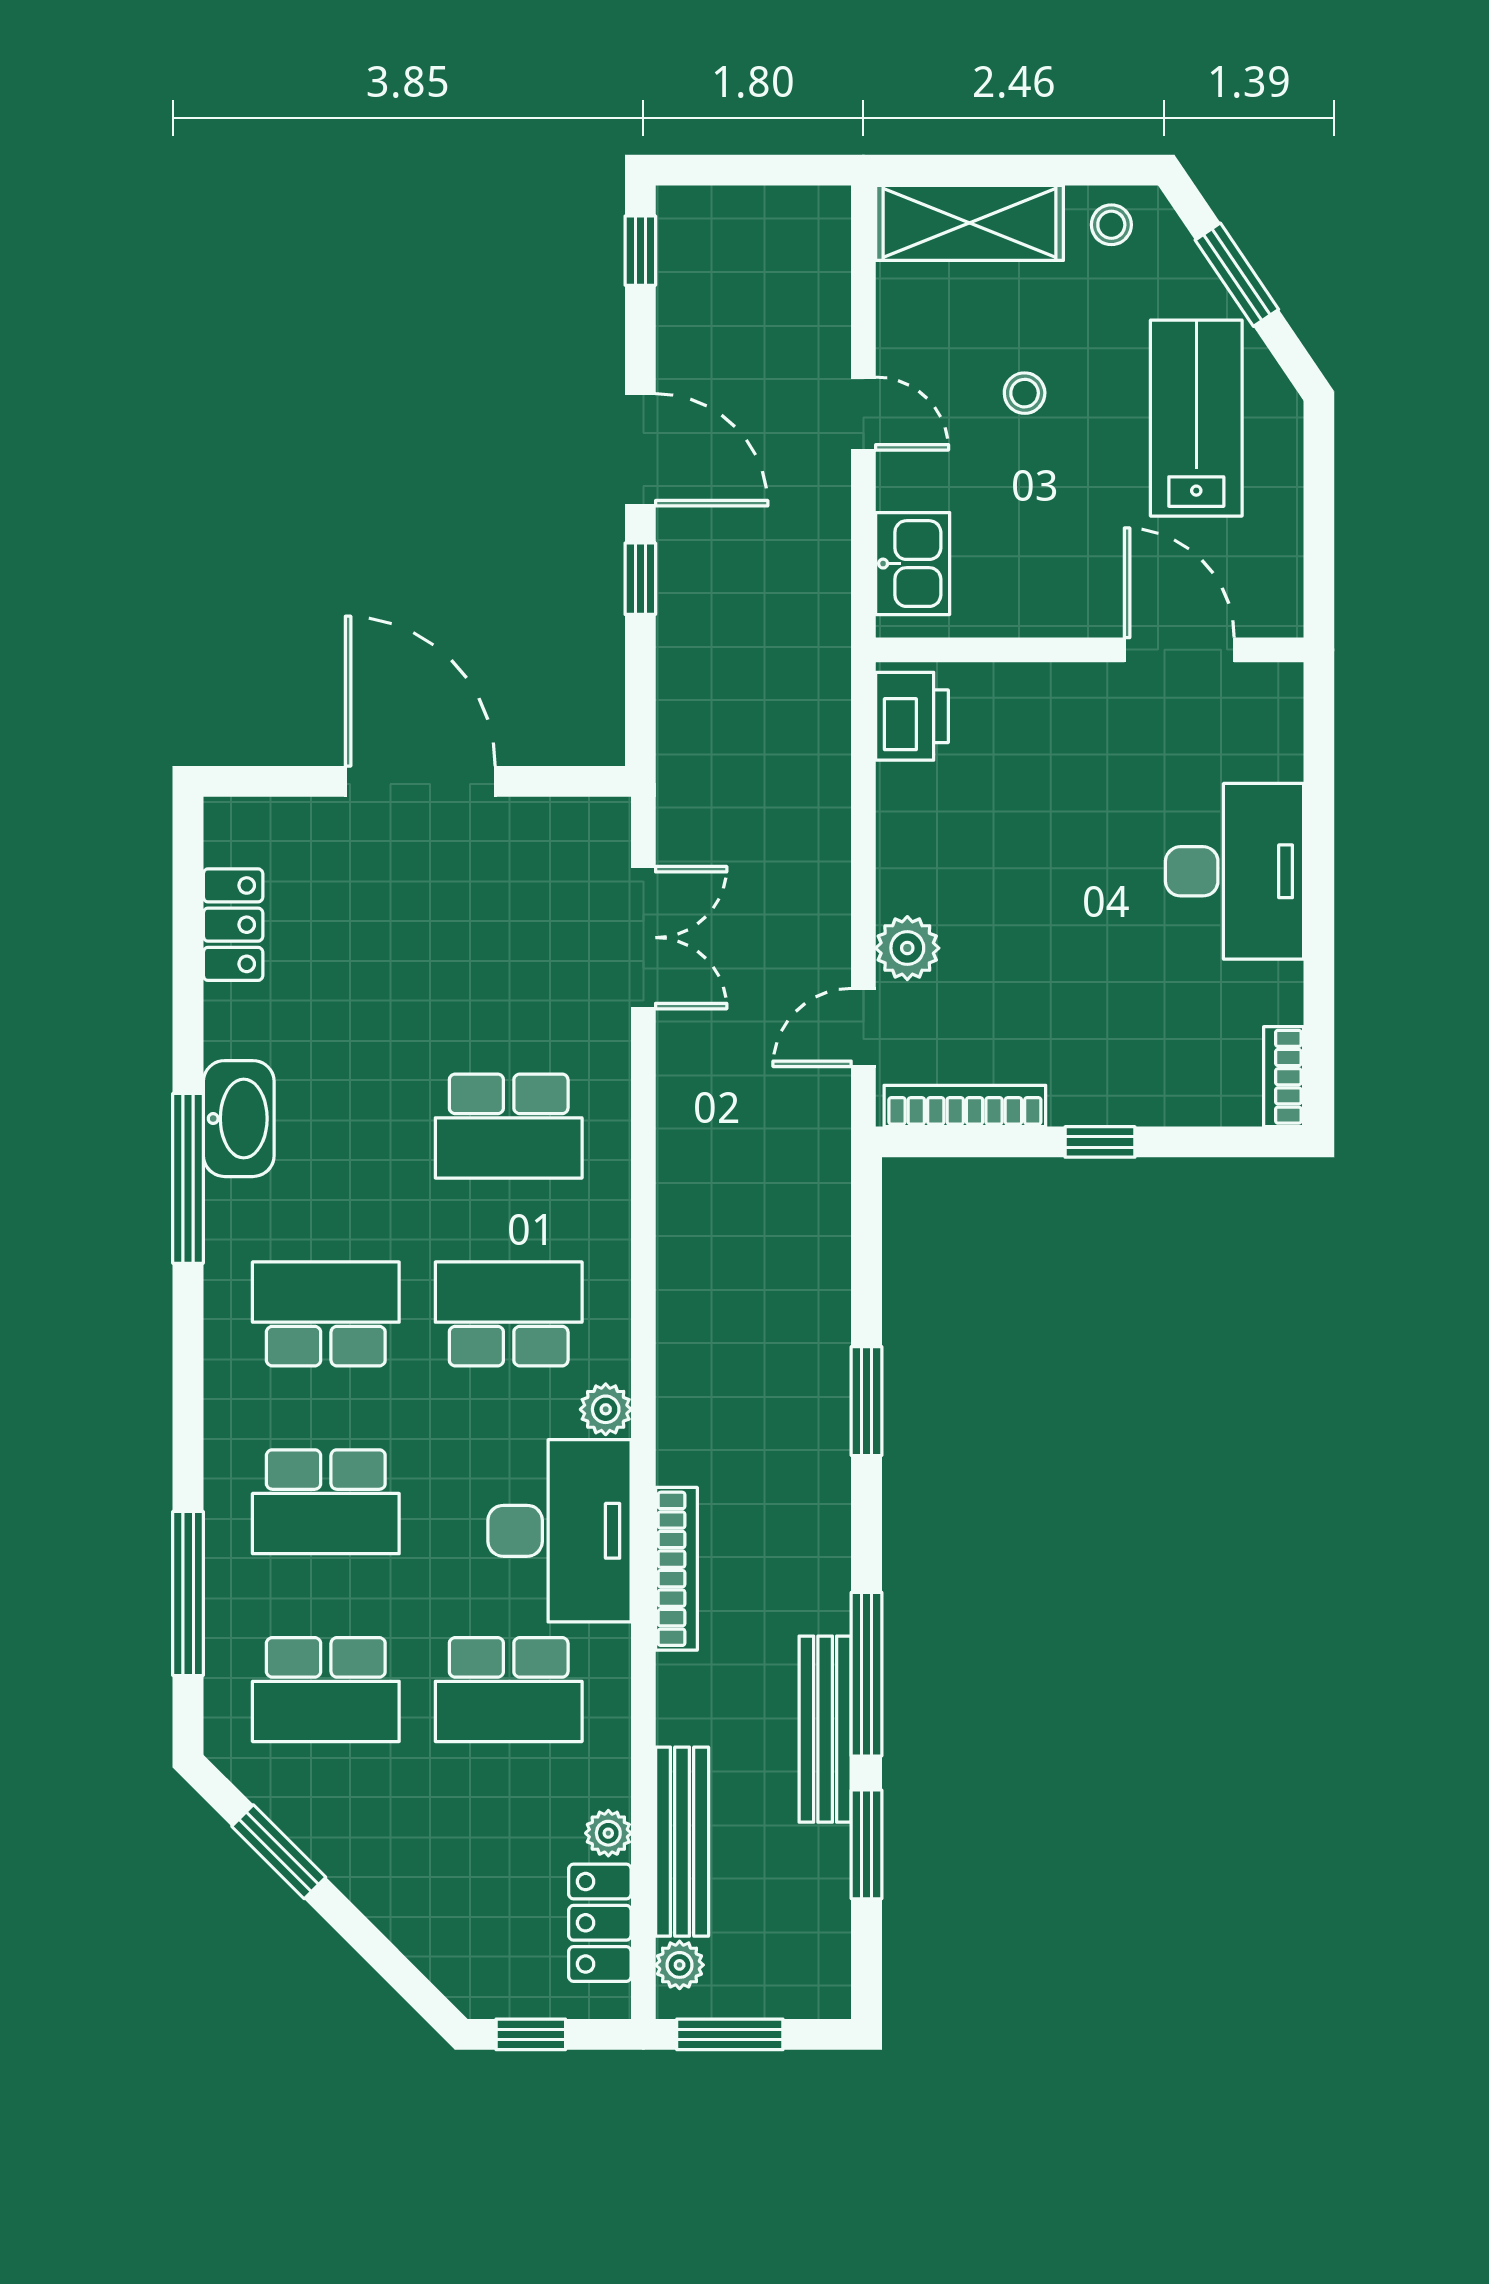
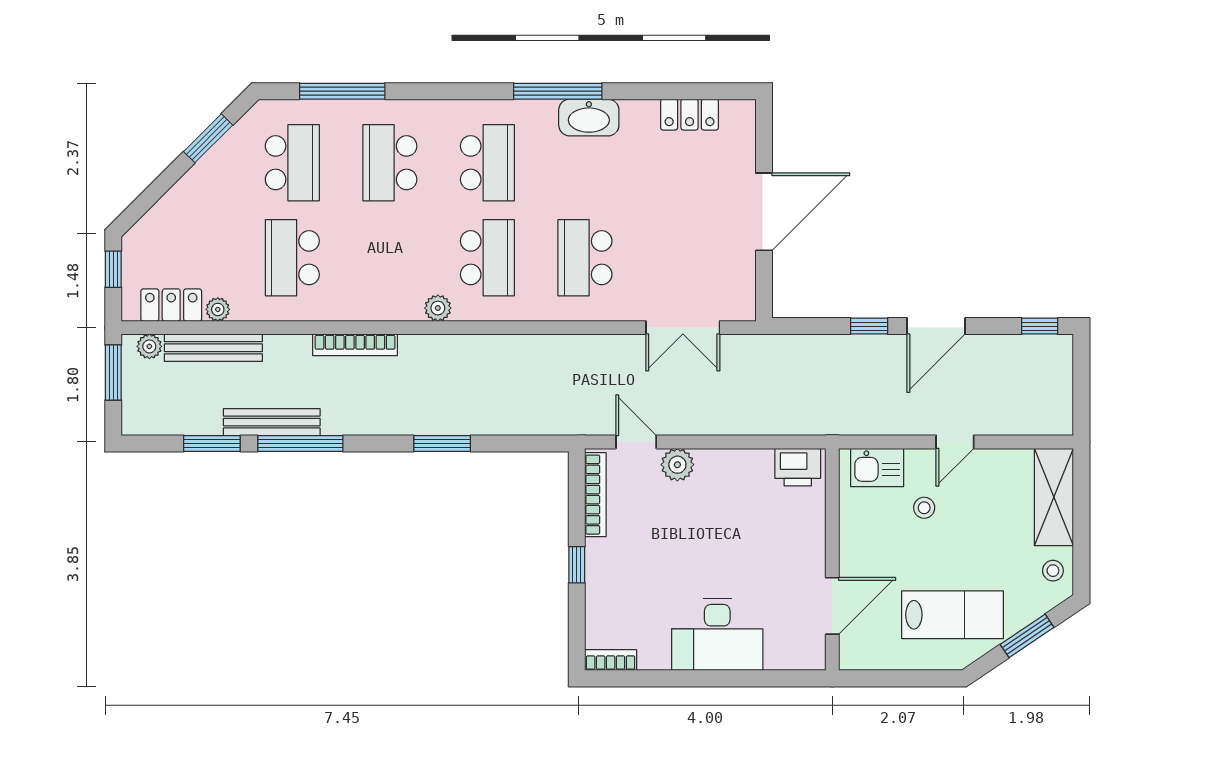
stool: (1025, 393) -> (924, 508), moved
desk: (560, 1531) -> (375, 284), removed
school desk: (326, 1690) -> (292, 163), turned 180

